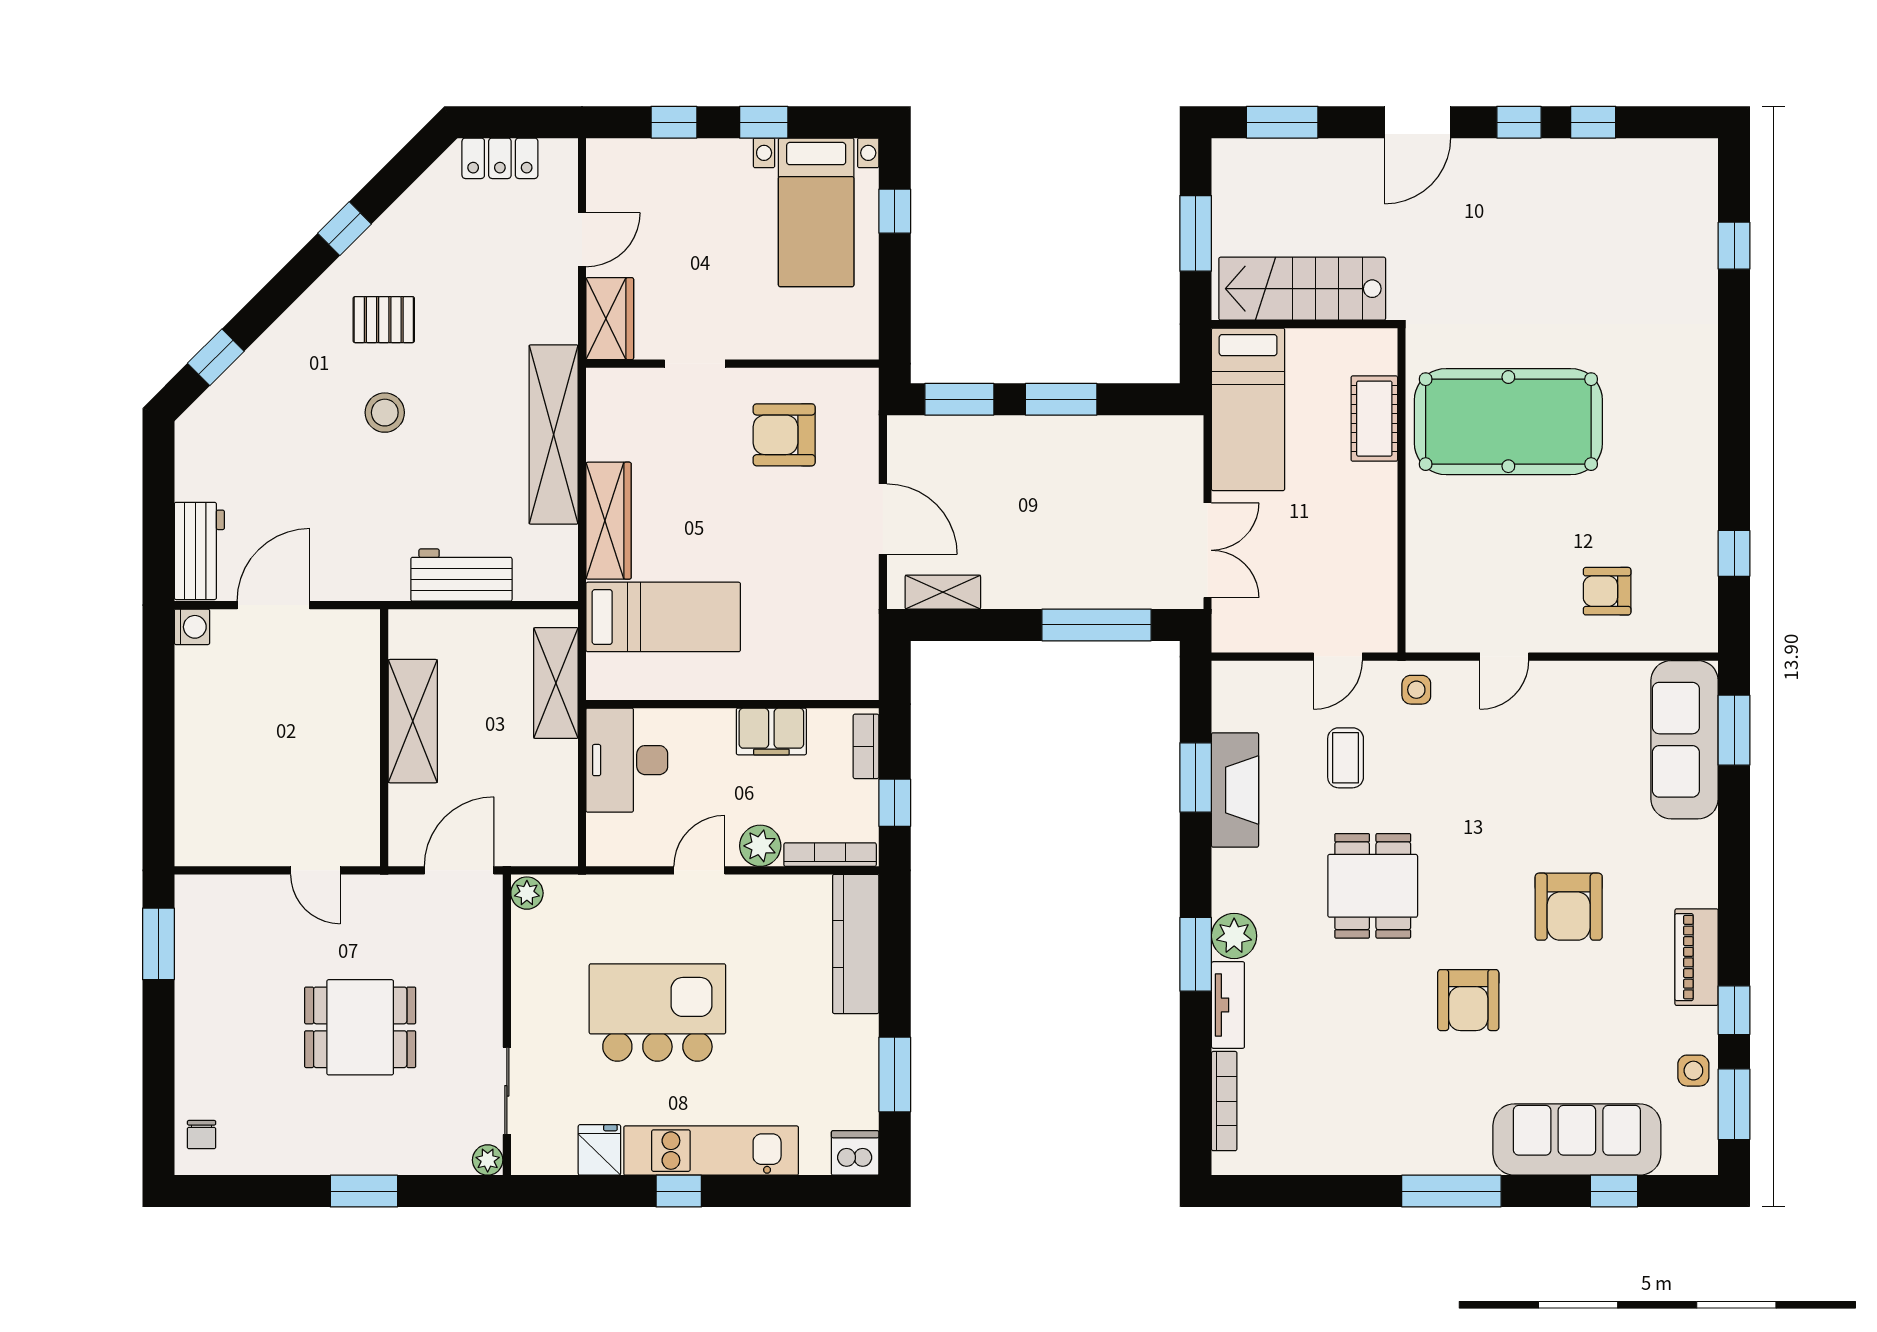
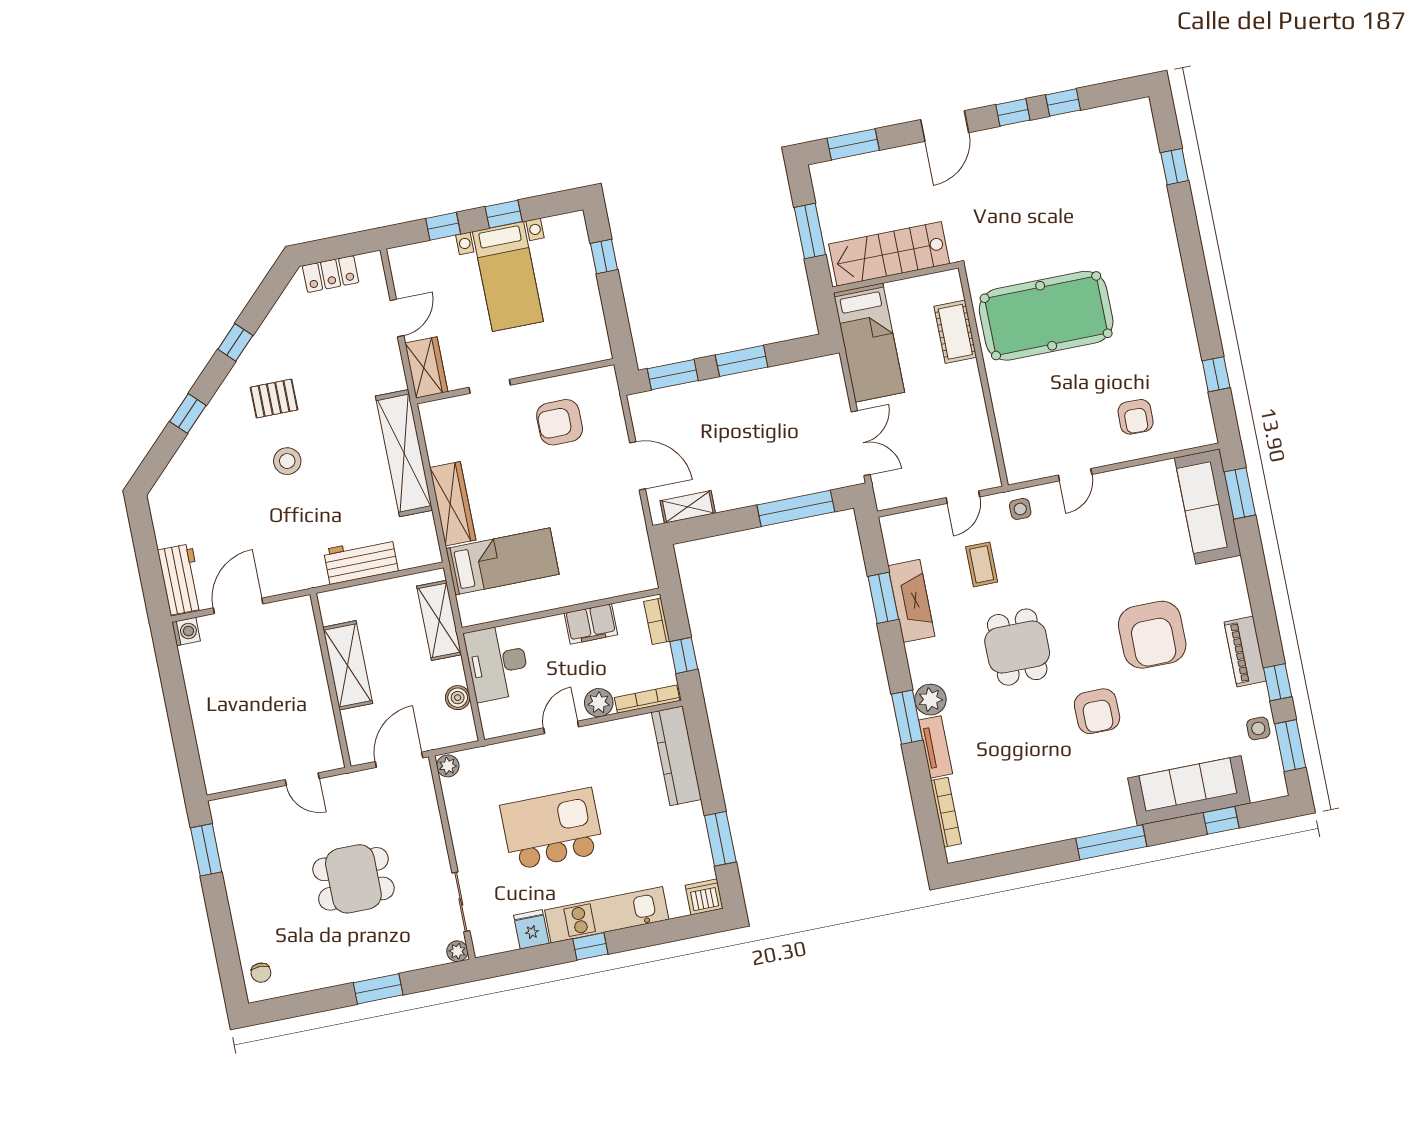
bed with nightstands: (816, 212) -> (508, 277), moved
window: (216, 357) -> (188, 414), moved
armchair: (1607, 591) -> (1136, 417), turned -89
boiler: (560, 798) -> (458, 698), added
armchair: (1569, 907) -> (1152, 635), width x1.36, depth x1.36

